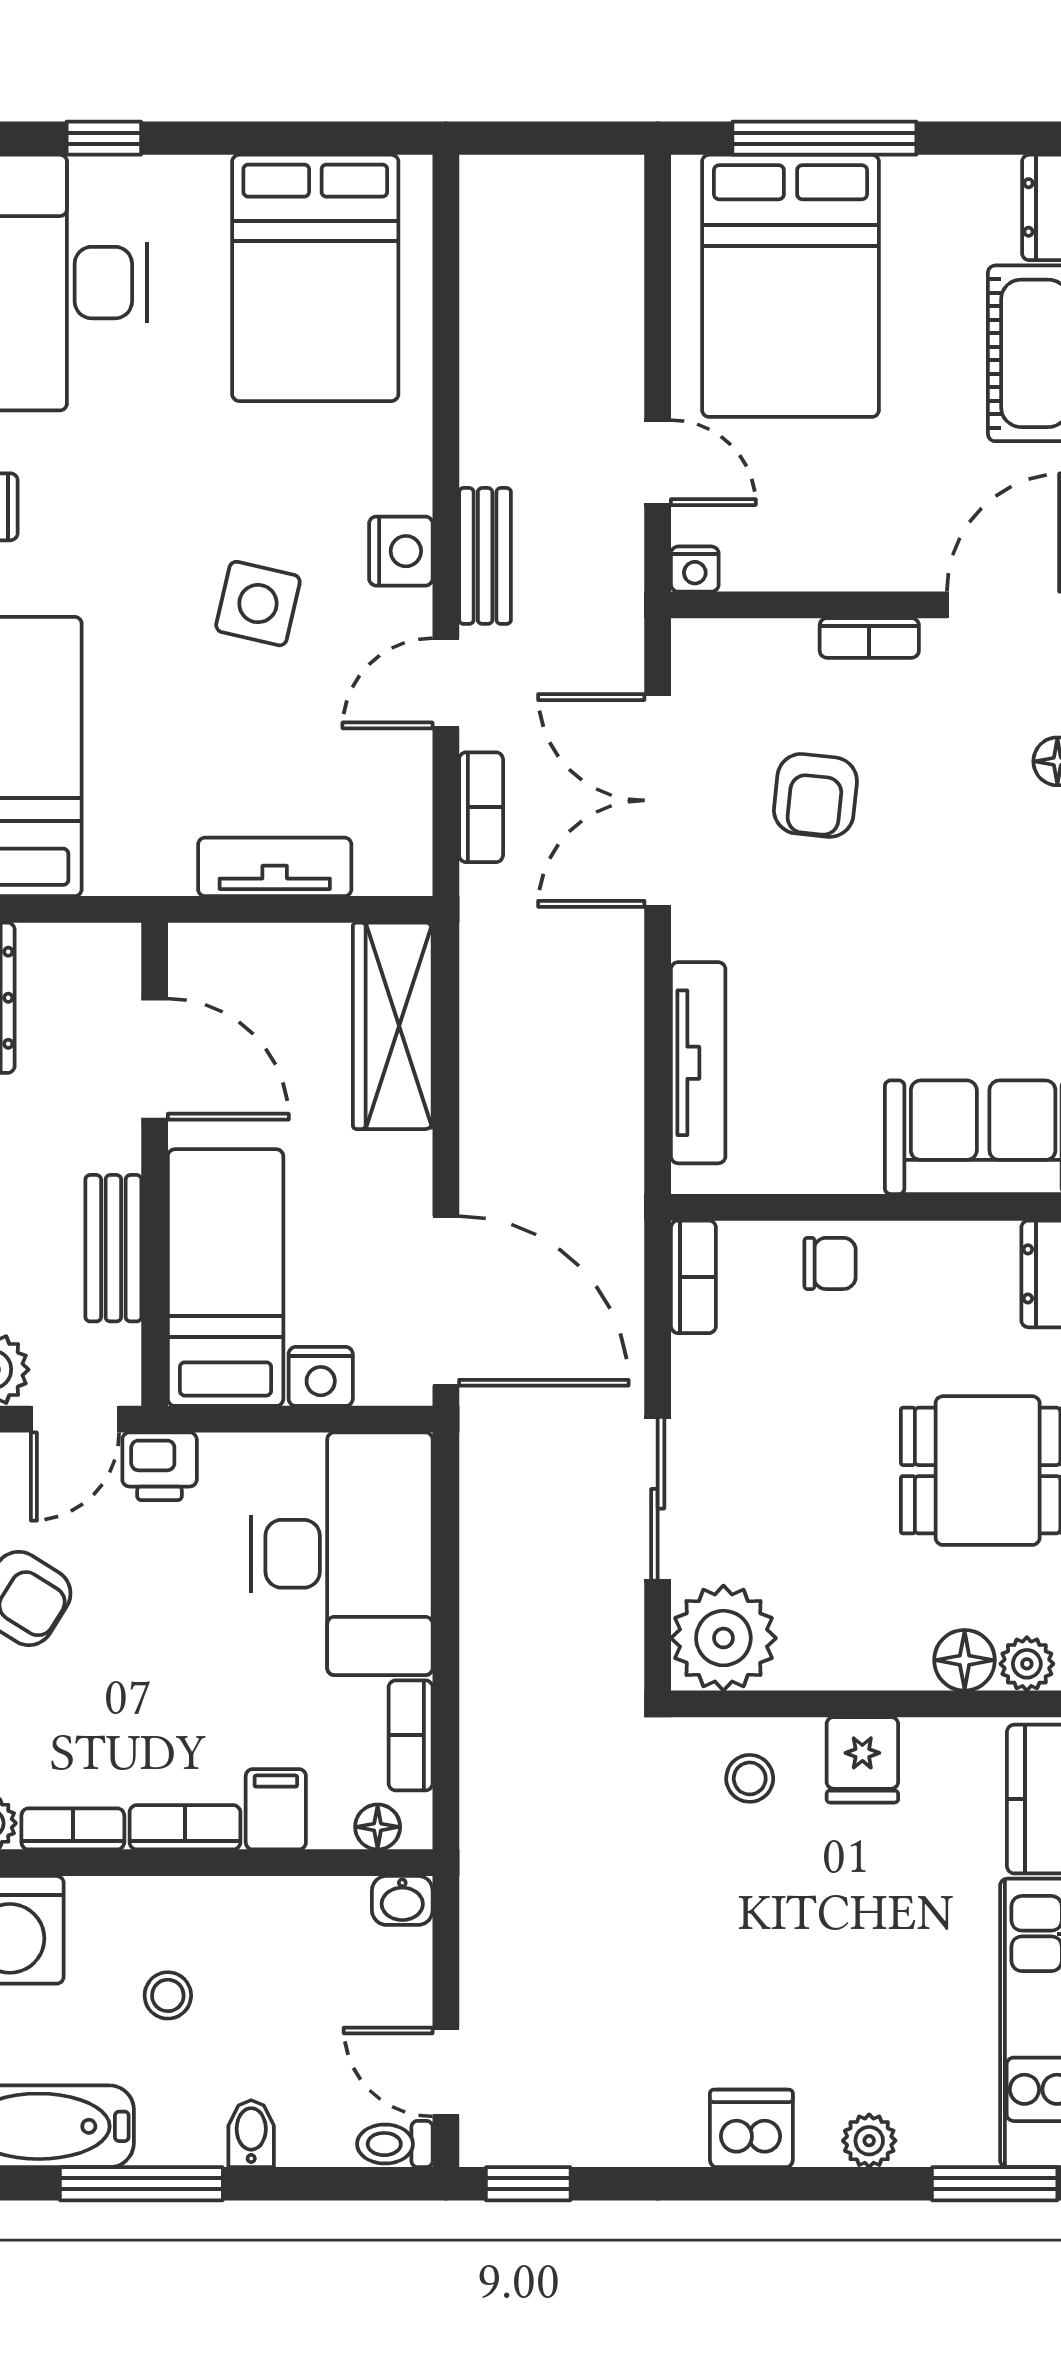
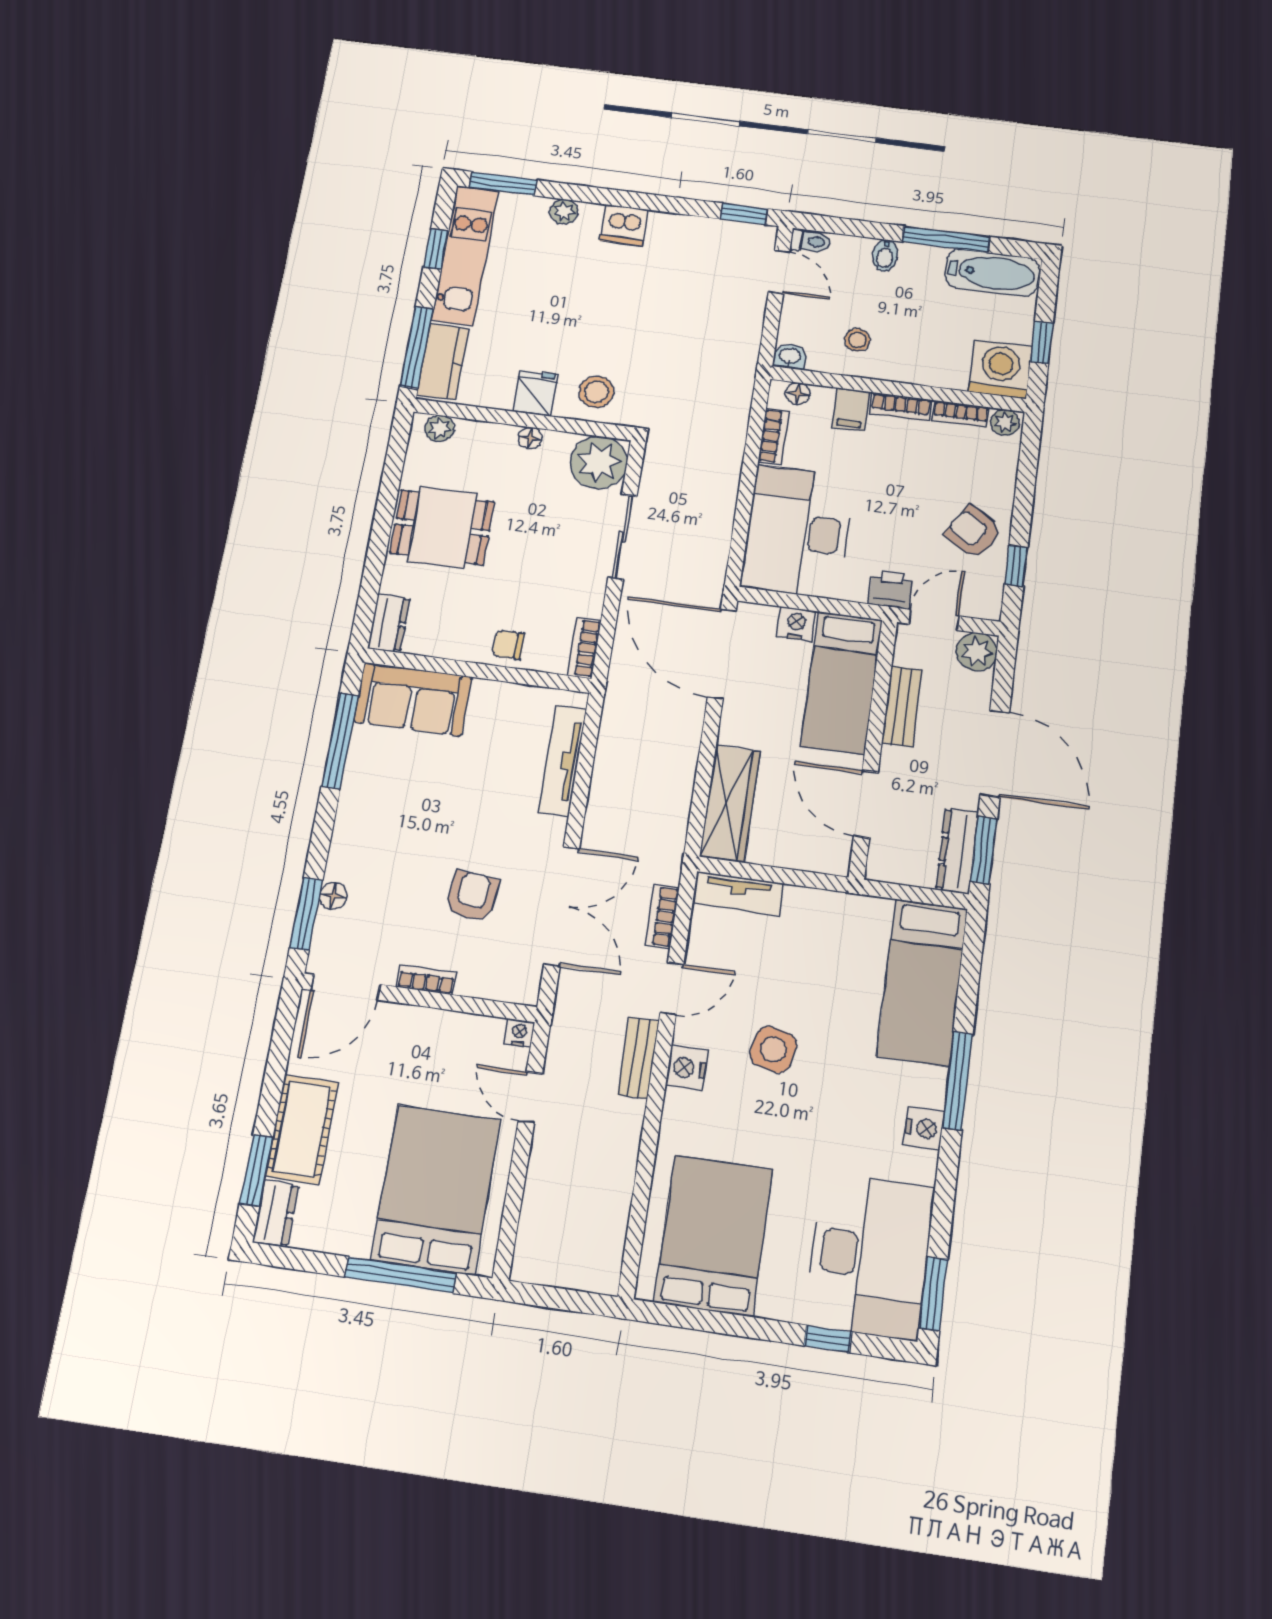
tv unit: (275, 867) -> (738, 893), moved
floor lamp: (965, 1660) -> (530, 438), moved, width x0.73, depth x0.73
stool: (750, 1778) -> (596, 392), width x1.37, depth x1.37
stool: (168, 1995) -> (857, 340), moved

